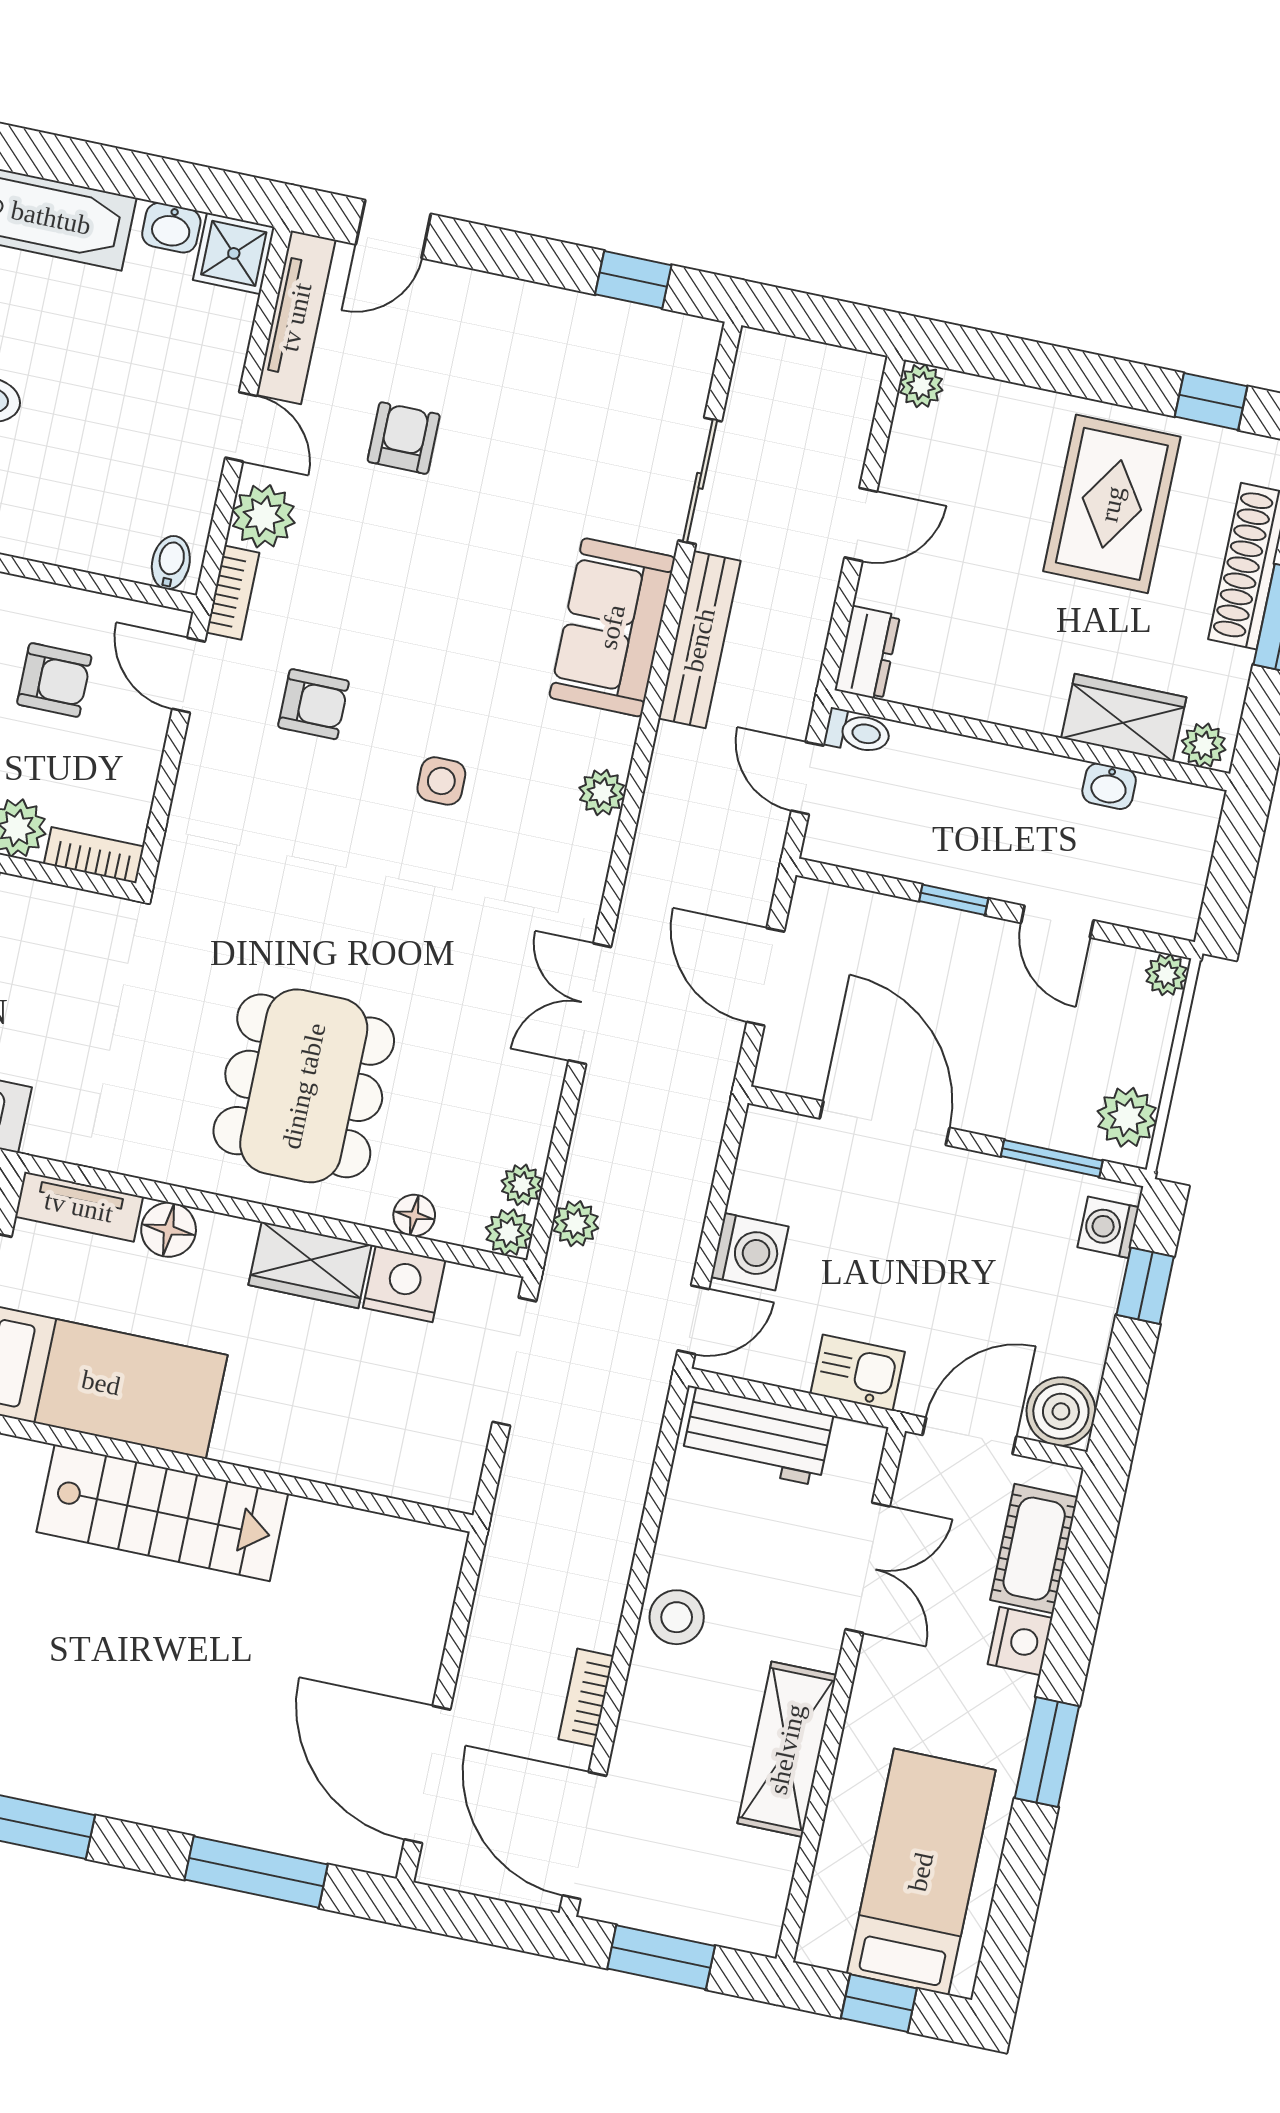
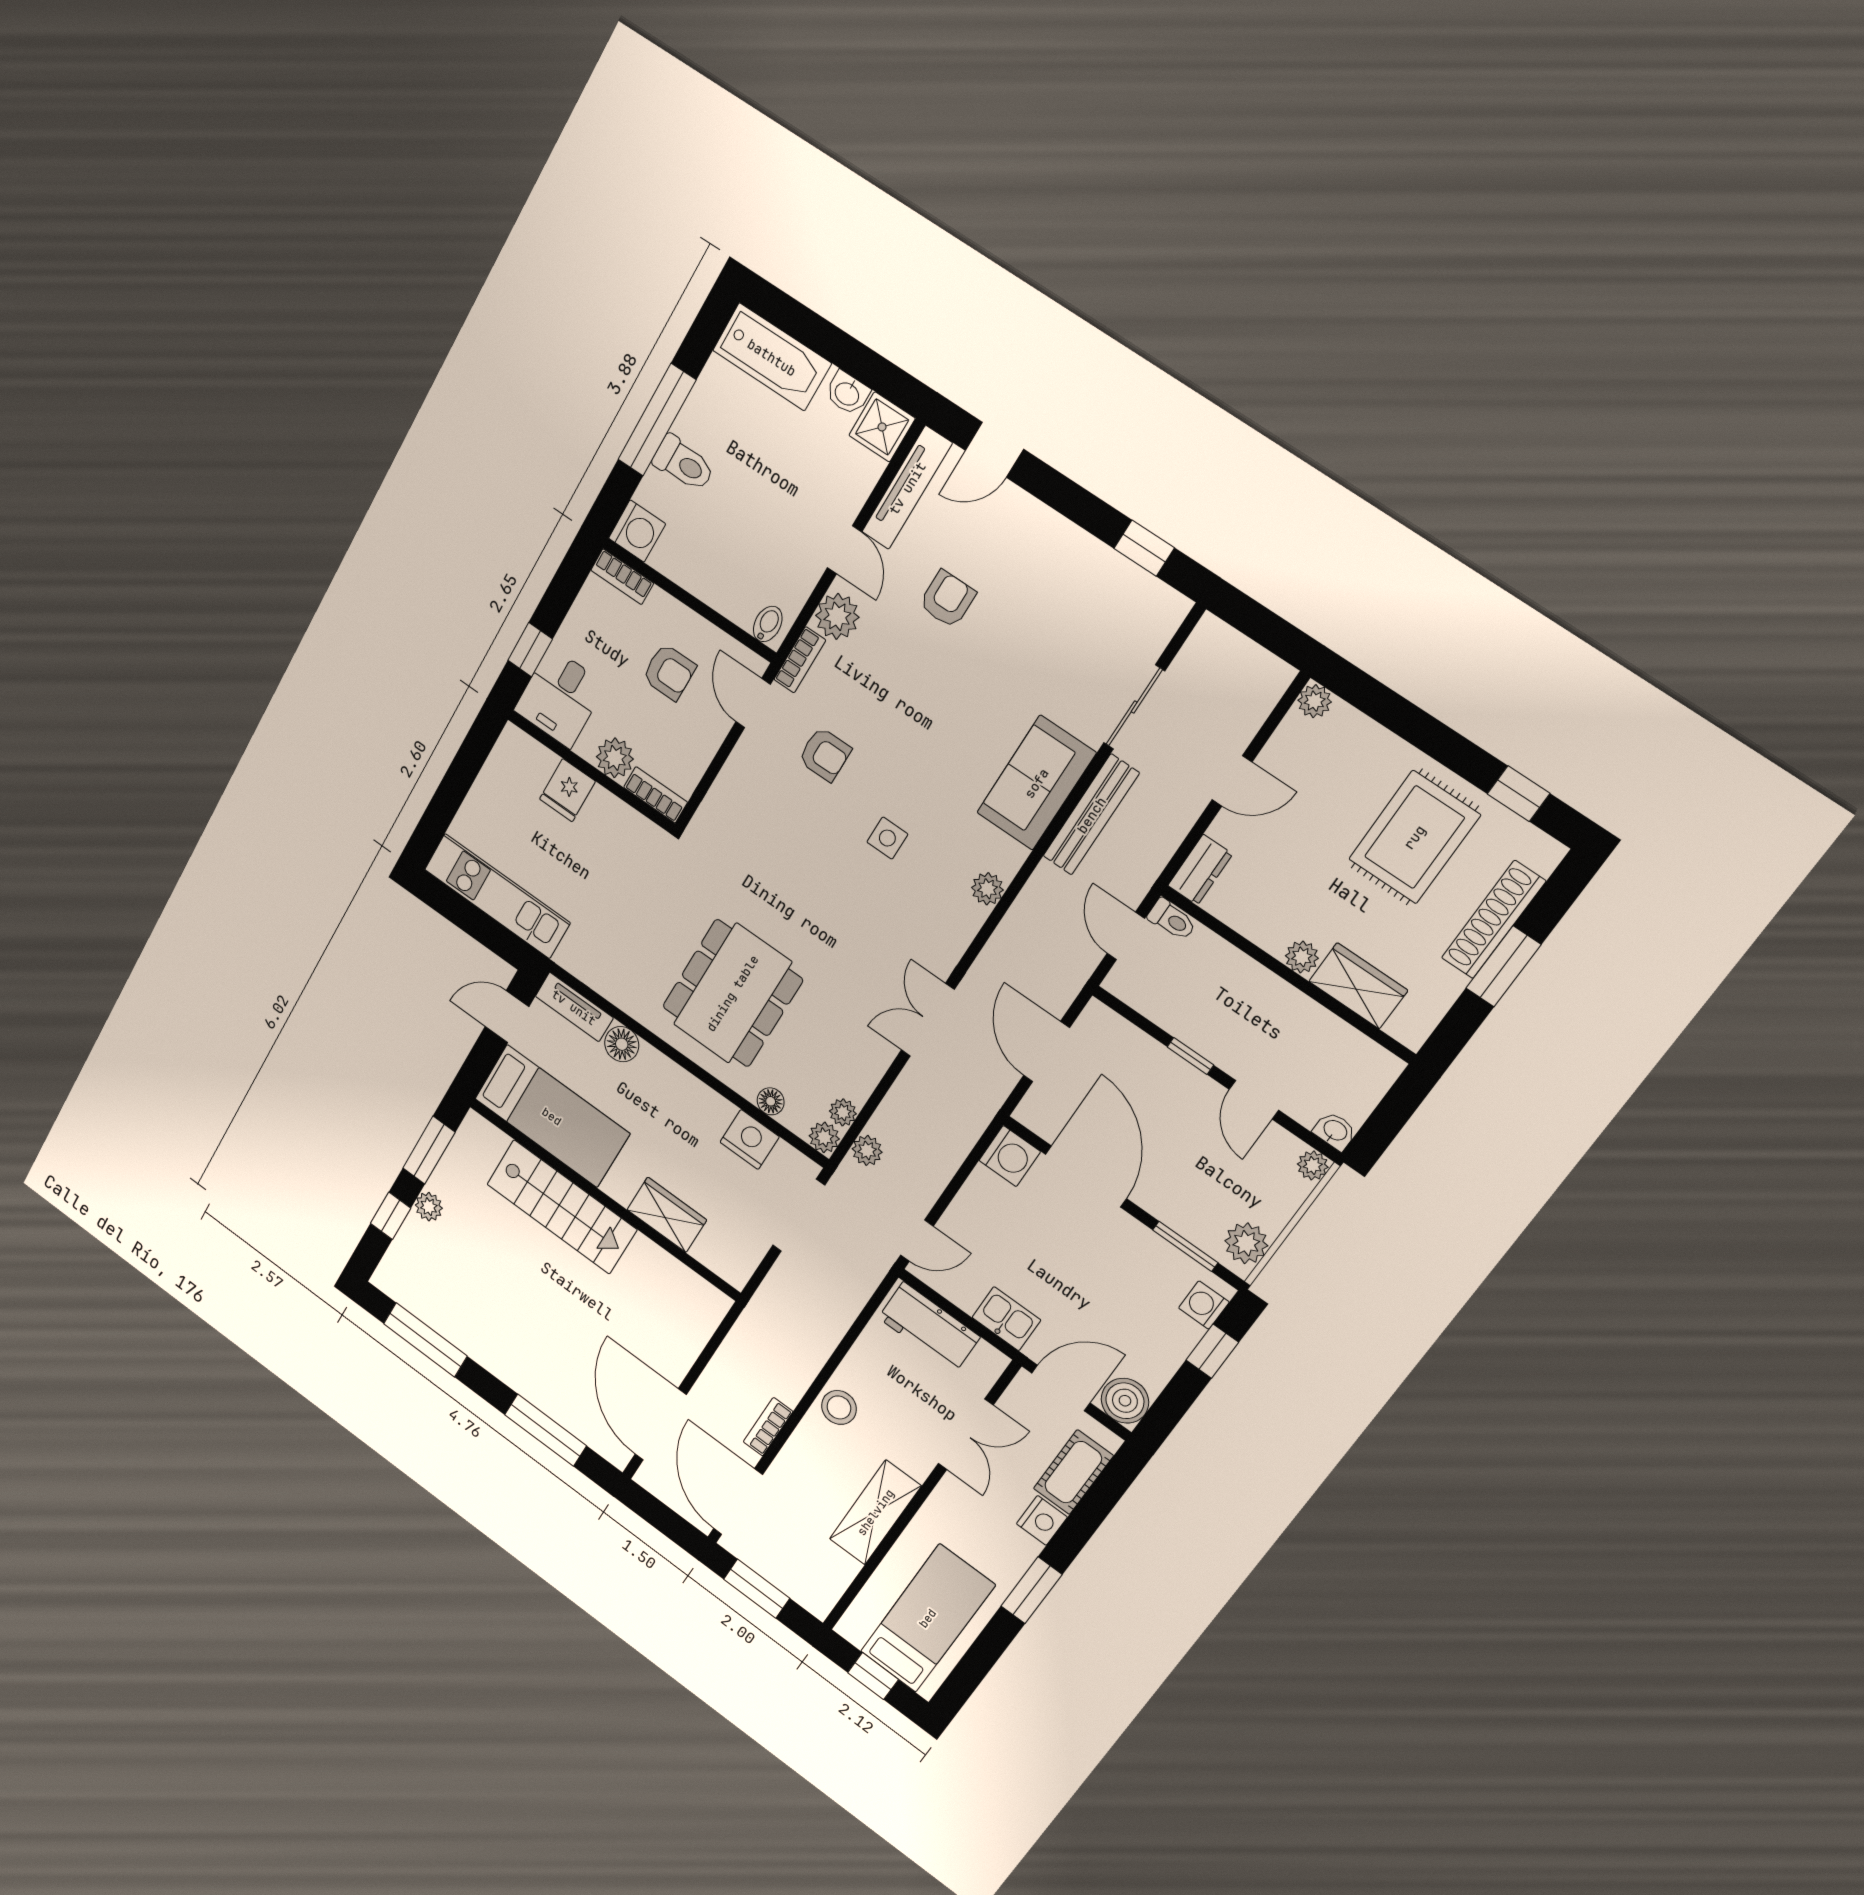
plant: (1204, 745) -> (1302, 957), moved
washbasin: (1109, 786) -> (1335, 1131), moved, turned 180
washing machine: (750, 1252) -> (1010, 1156), moved
wardrobe: (310, 1265) -> (667, 1215), moved, turned 180

